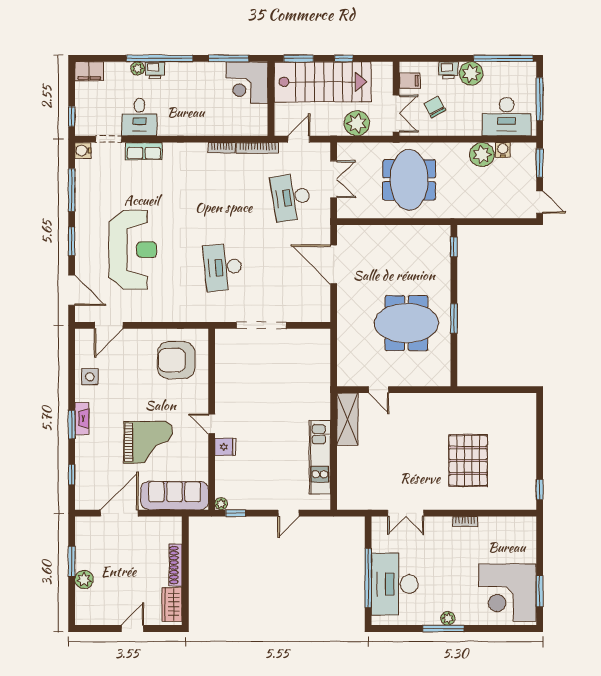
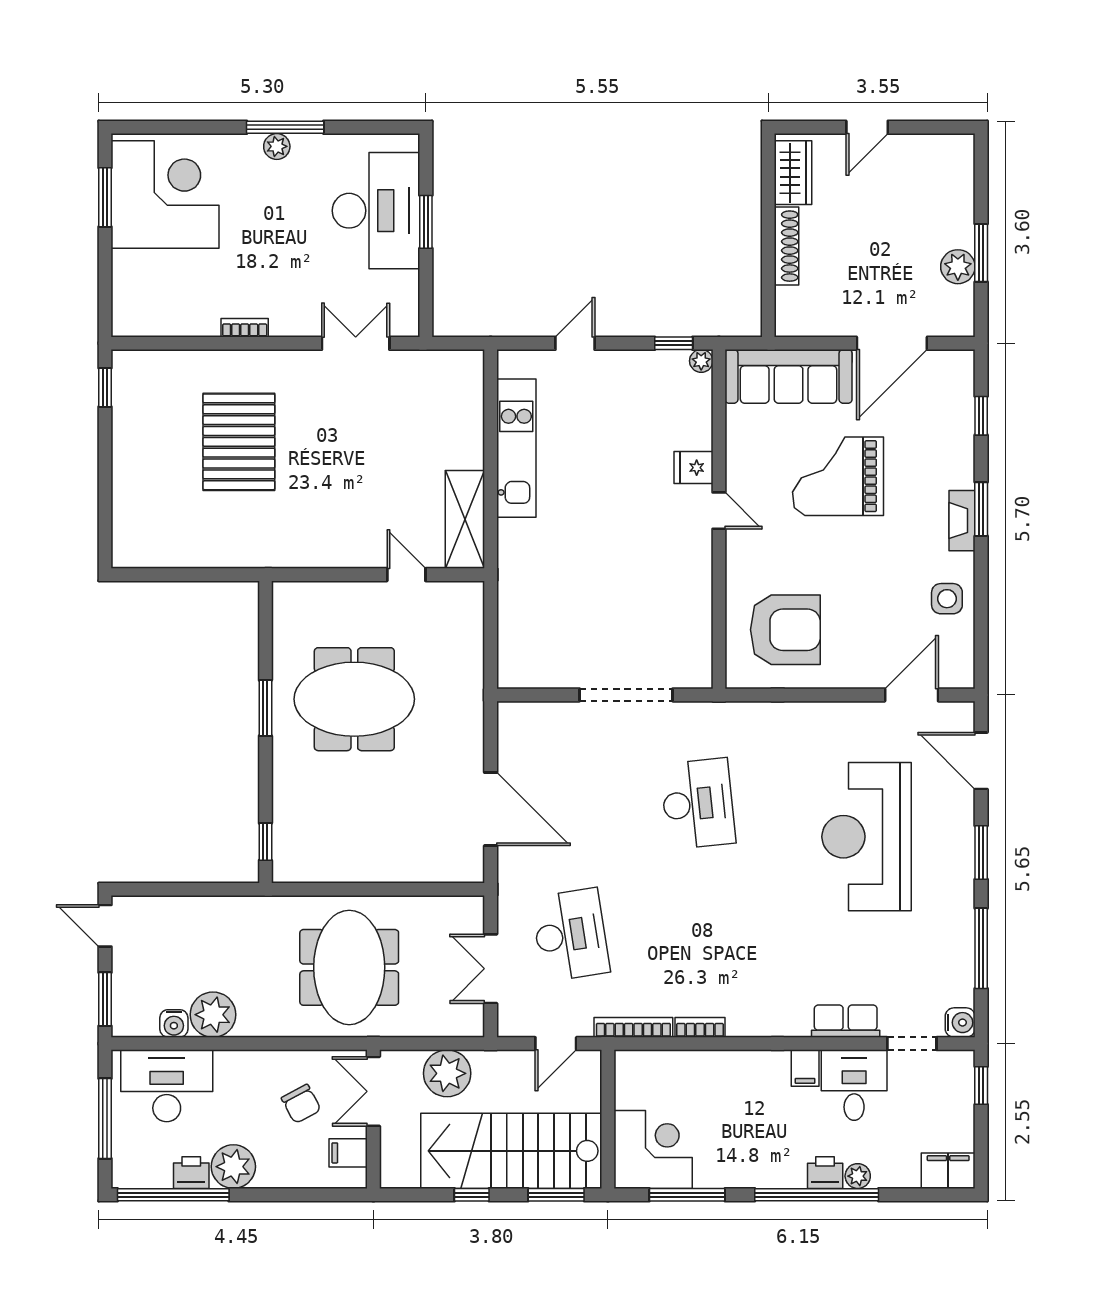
printer: (449, 70) -> (191, 1173), moved
filing cabinet: (166, 126) -> (805, 1068), added
window: (368, 578) -> (426, 222), width x0.47
plant: (84, 580) -> (958, 267), moved

